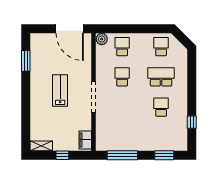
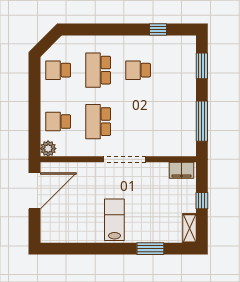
window: (26, 61) -> (150, 249), moved
school desk: (122, 77) -> (98, 122), width x1.85
lab bench: (60, 91) -> (114, 220), moved, turned 90

